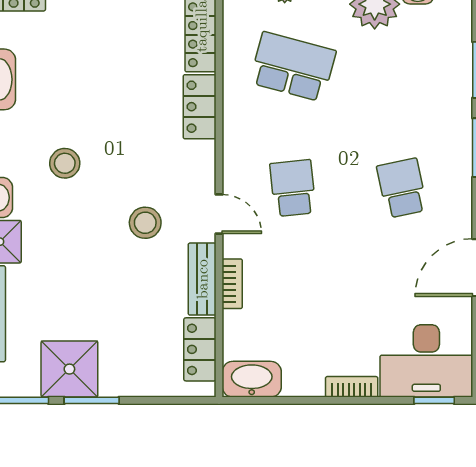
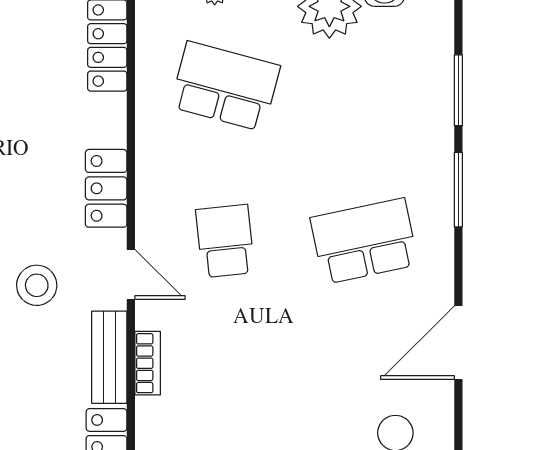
locker: (200, 107) -> (106, 188), moved
school desk: (402, 188) -> (364, 241), width x1.85

